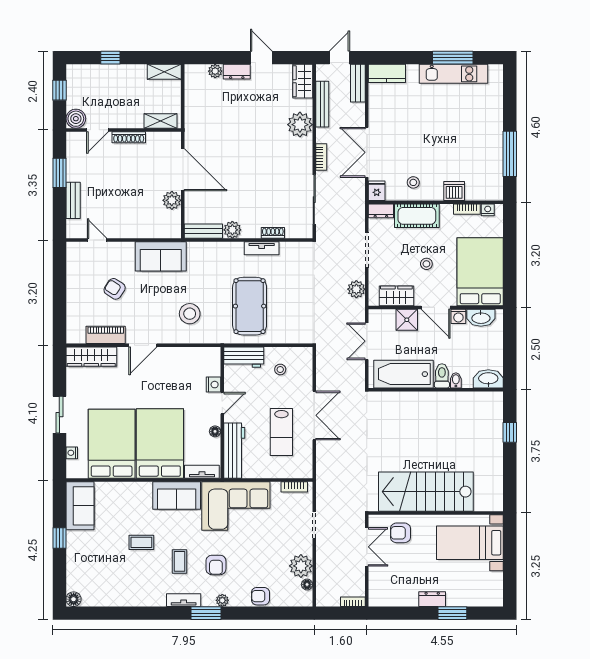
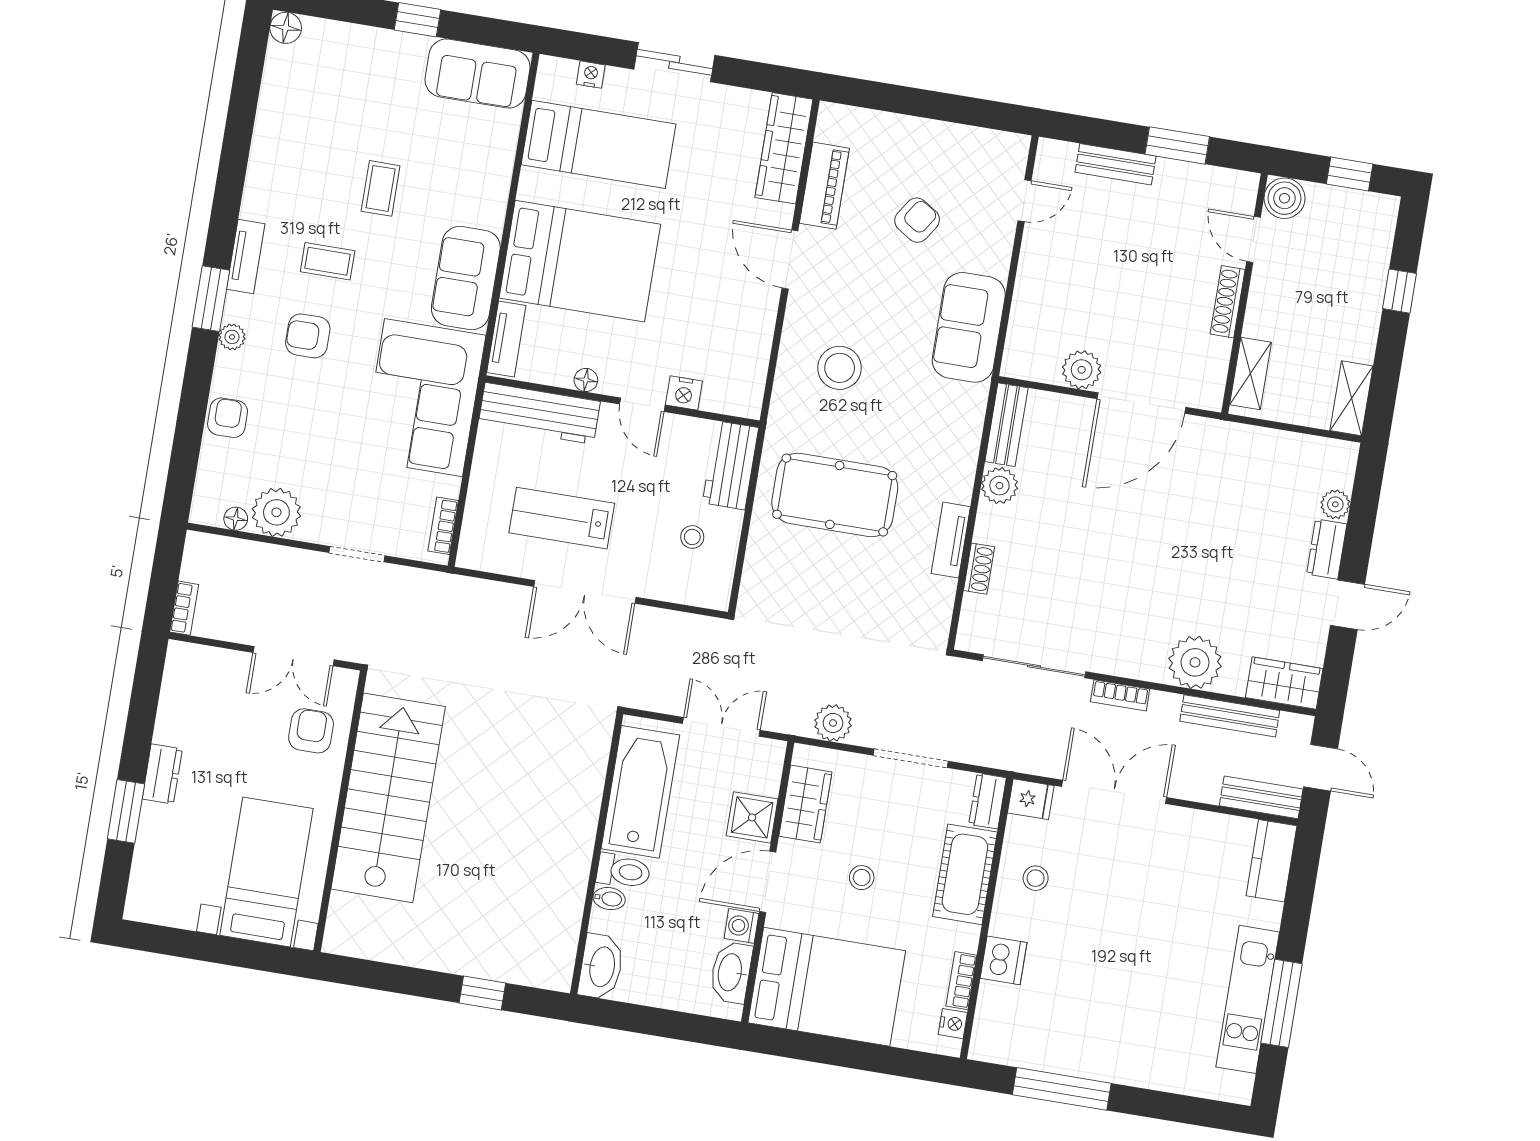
bed: (112, 444) -> (598, 144), width x0.67

